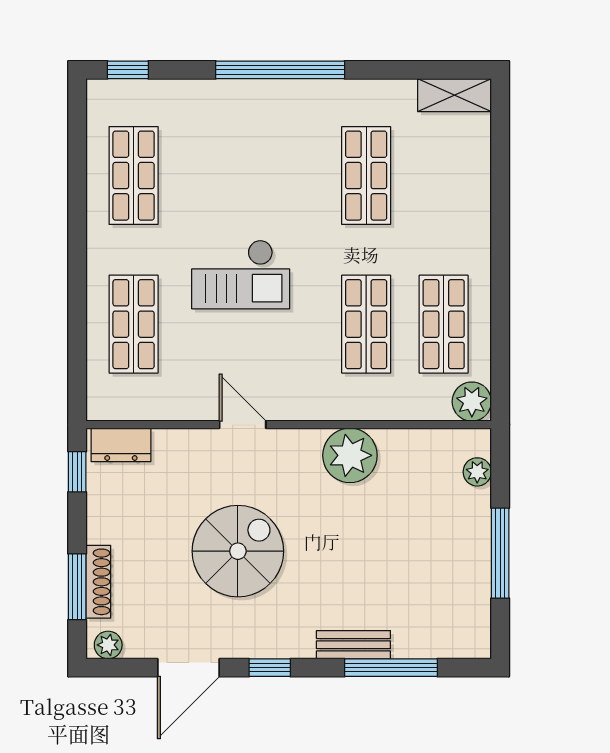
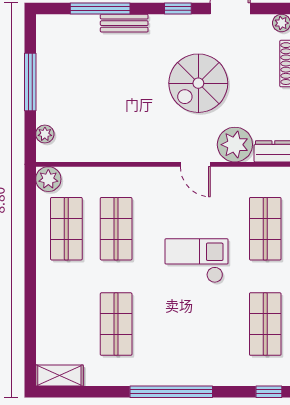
plant: (350, 455) -> (235, 145), moved

